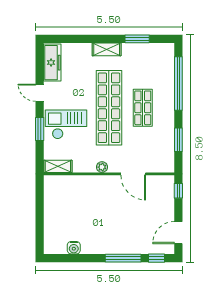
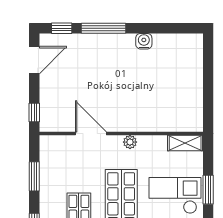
checkout: (66, 124) -> (175, 195), turned 180
water cooler: (74, 248) -> (144, 41), moved

